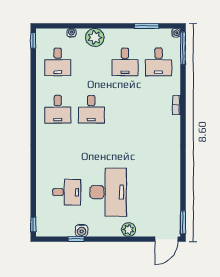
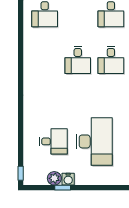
desk: (58, 109) -> (111, 60), moved
plant: (129, 230) -> (54, 178), moved

